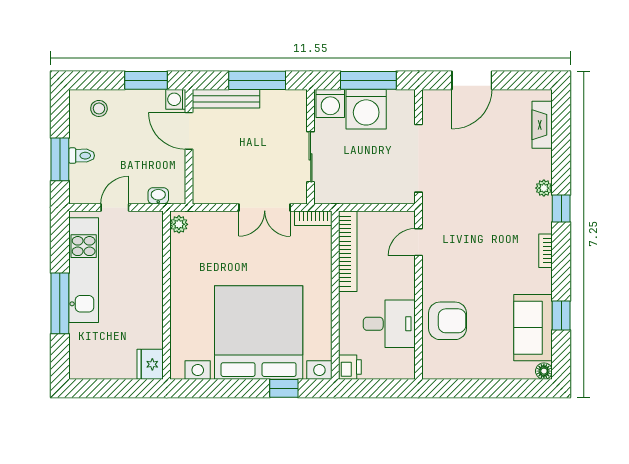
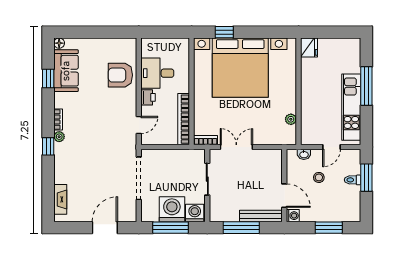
window: (146, 80) -> (329, 228), moved
stool: (99, 108) -> (319, 177), moved
plant: (544, 188) -> (59, 137), moved
plant: (179, 224) -> (291, 119), moved
printer: (350, 367) -> (148, 97), moved, turned 180

